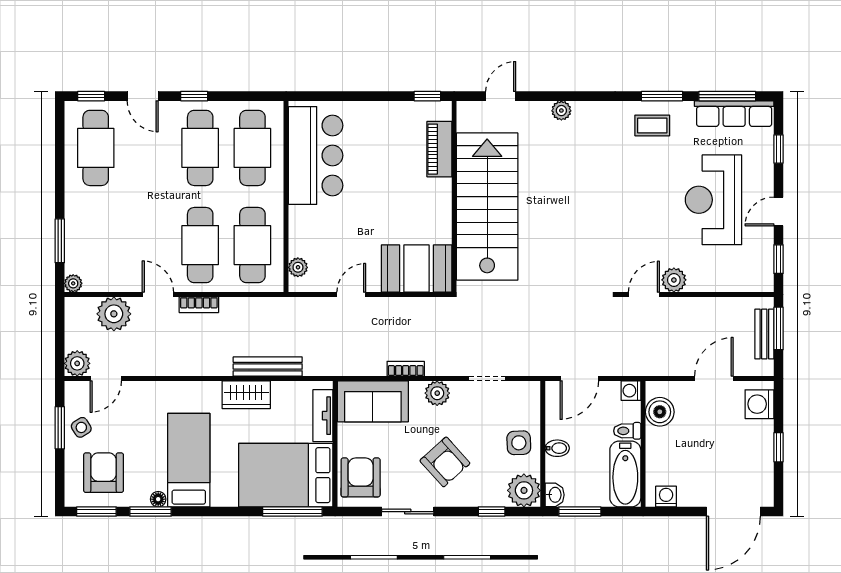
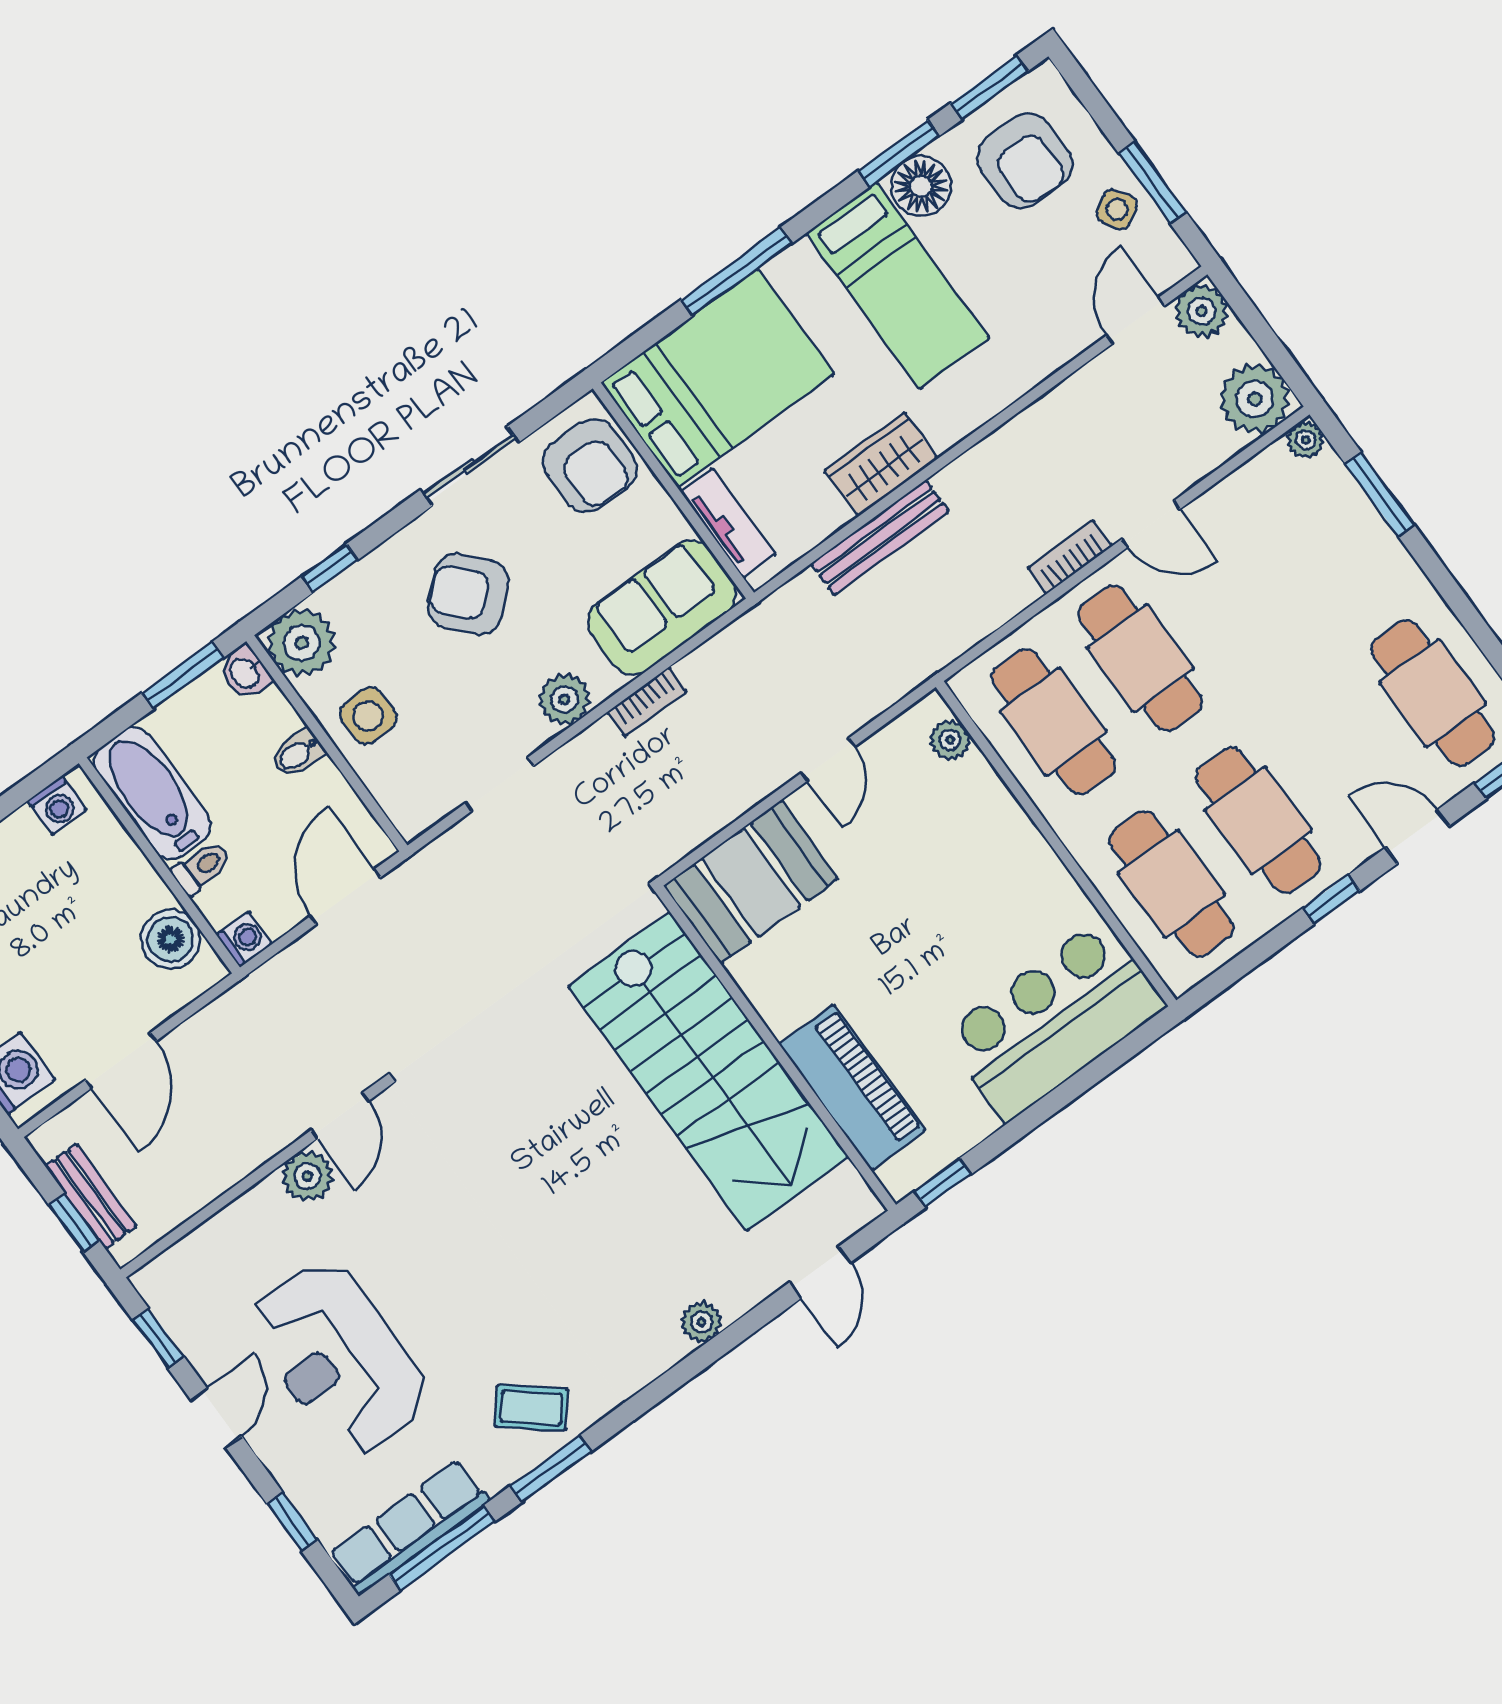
coffee table: (652, 125) -> (531, 1408), turned 39
piano: (439, 149) -> (852, 1087), width x1.37, depth x1.33
bar counter: (316, 155) -> (1054, 1020), moved, turned 90
reception desk: (714, 200) -> (339, 1358), turned 180
plant: (114, 314) -> (1255, 399), moved
window: (778, 328) -> (74, 1223), width x0.67
floor lamp: (158, 499) -> (921, 186), width x1.89, depth x1.89
window: (292, 512) -> (737, 272), moved

